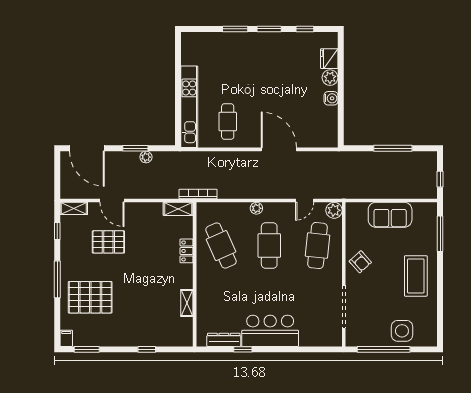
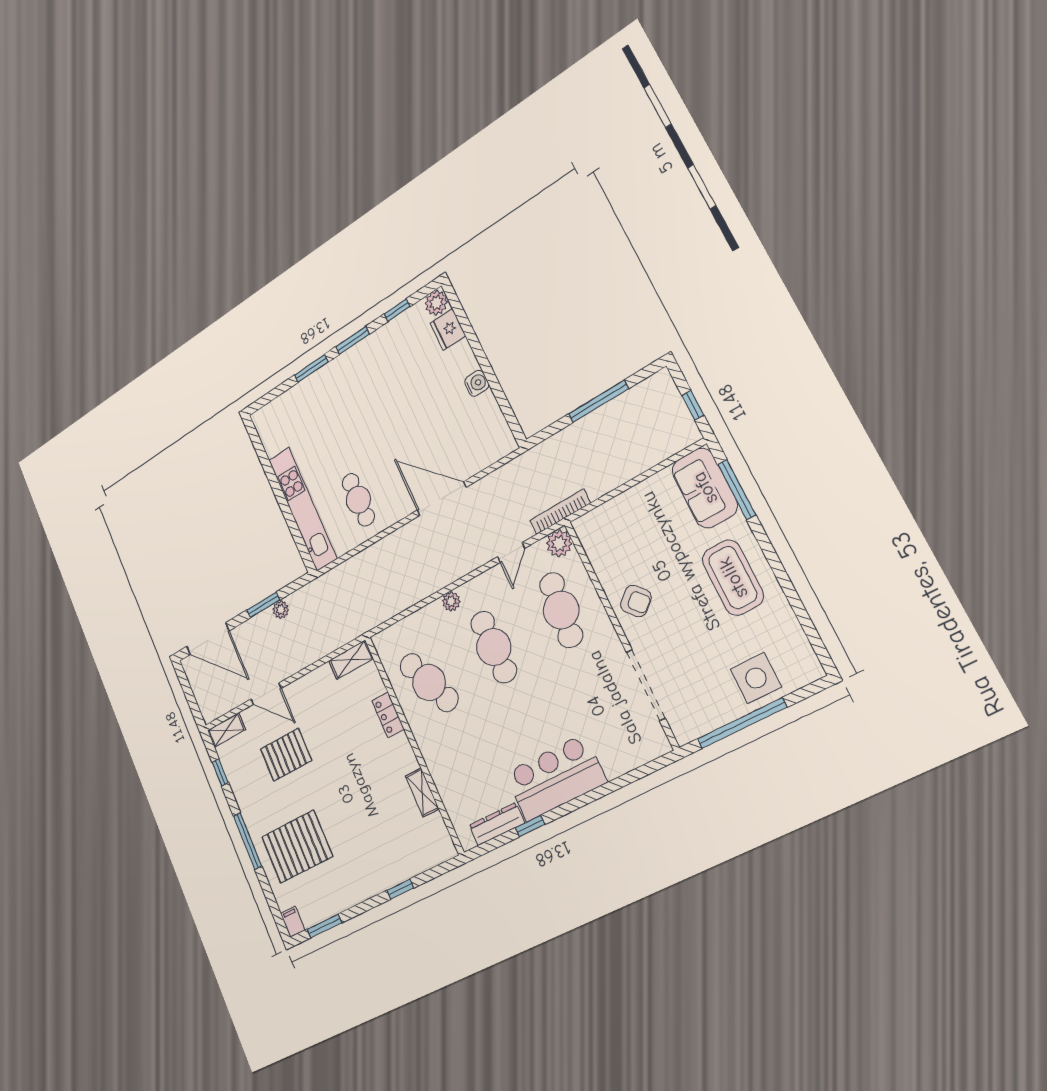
plant: (330, 78) -> (436, 303), moved
bookcase: (198, 194) -> (560, 512), moved
sofa: (390, 215) -> (705, 488), moved, turned 90

